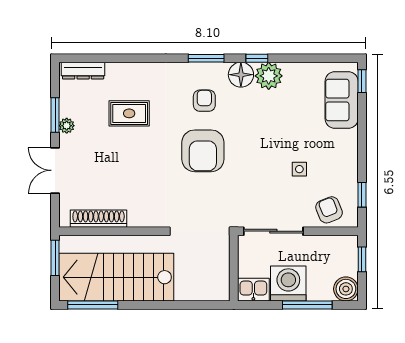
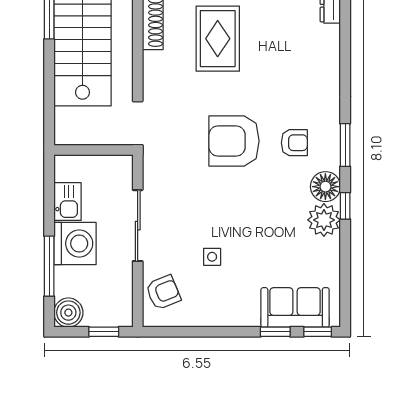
rug: (129, 113) -> (218, 39), moved, width x1.36, depth x1.43
window: (362, 195) -> (275, 332), moved
wall: (234, 268) -> (93, 150), moved

